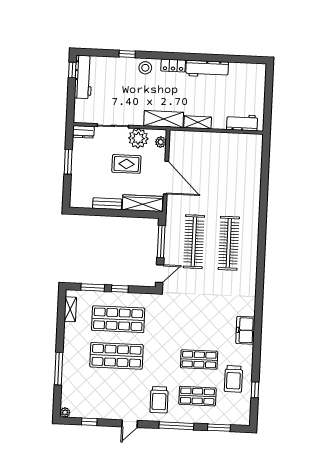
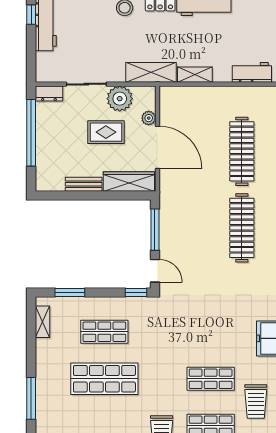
plant: (161, 142) -> (149, 118), moved
window: (68, 162) -> (31, 133), width x2.11
clothes rail: (194, 242) -> (242, 151), moved
door: (160, 274) -> (155, 271), hinge flipped
window: (120, 289) -> (136, 293), moved
shop shelf: (118, 319) -> (104, 332), width x0.70, depth x0.74

